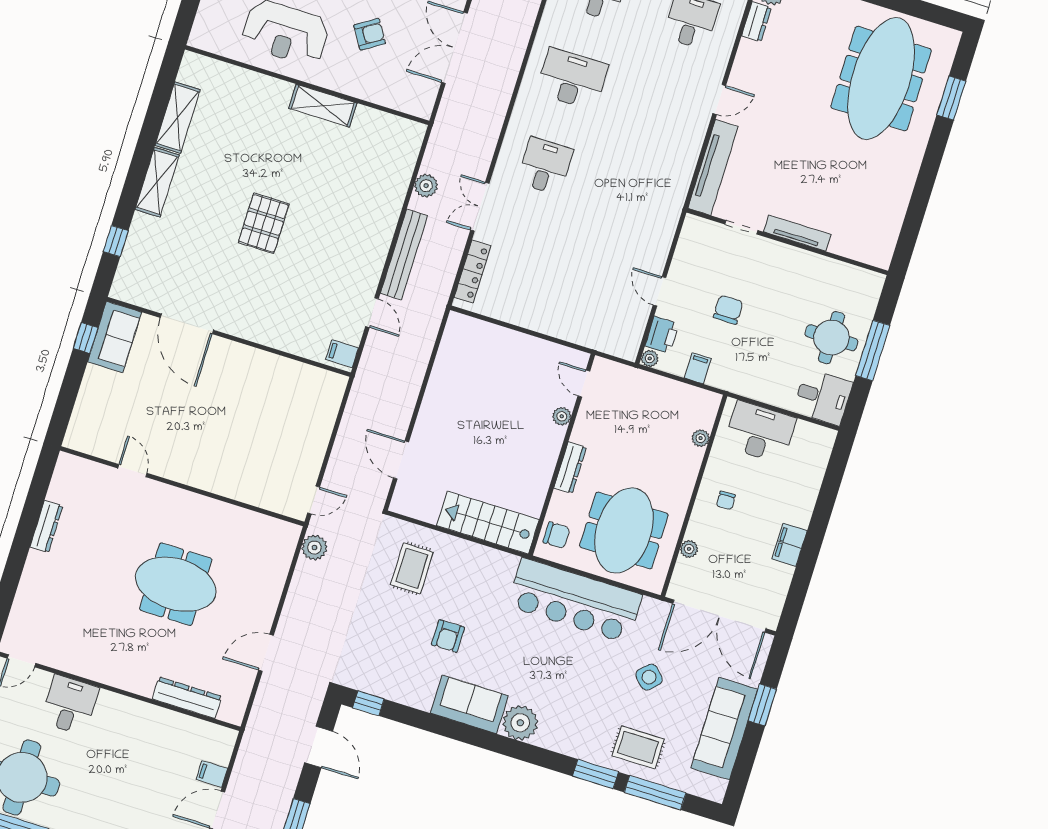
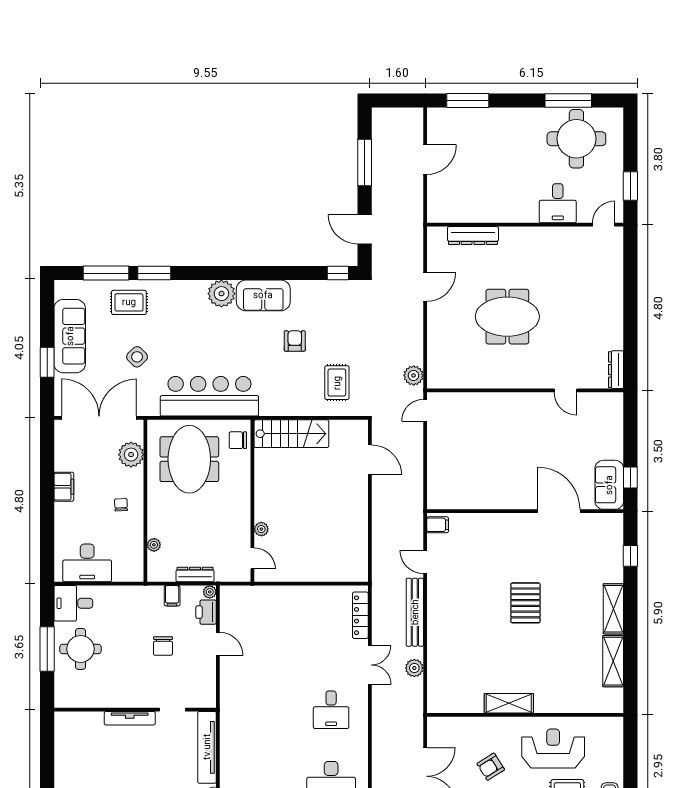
desk: (760, 432) -> (87, 563), moved
dresser: (570, 468) -> (195, 575), moved, turned 90
dresser: (46, 526) -> (616, 370), moved
plant: (689, 549) -> (131, 455), width x1.88, depth x1.88
filing cabinet: (212, 774) -> (437, 185), removed

